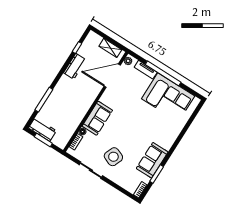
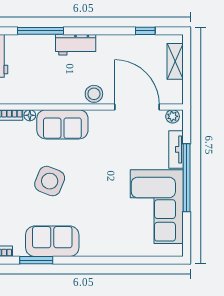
shelving: (110, 48) -> (175, 61), moved
workbench: (75, 66) -> (76, 45), moved
stool: (92, 93) -> (94, 94), added
side table: (113, 157) -> (50, 181), moved

